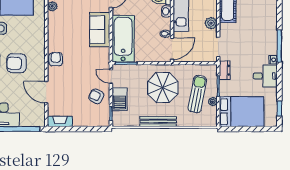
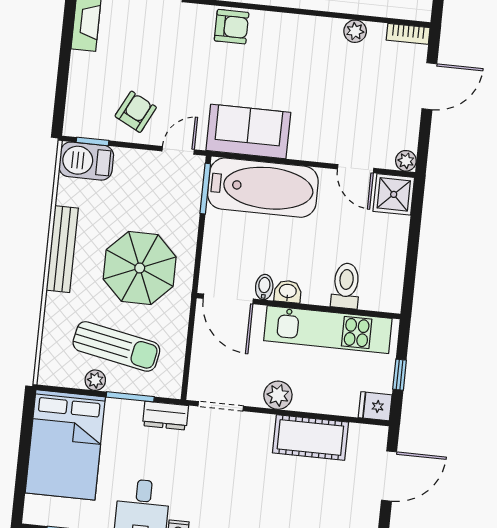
washbasin: (166, 11) -> (288, 292), moved
sofa: (100, 30) -> (248, 131), moved
barbecue: (120, 99) -> (86, 161), moved

